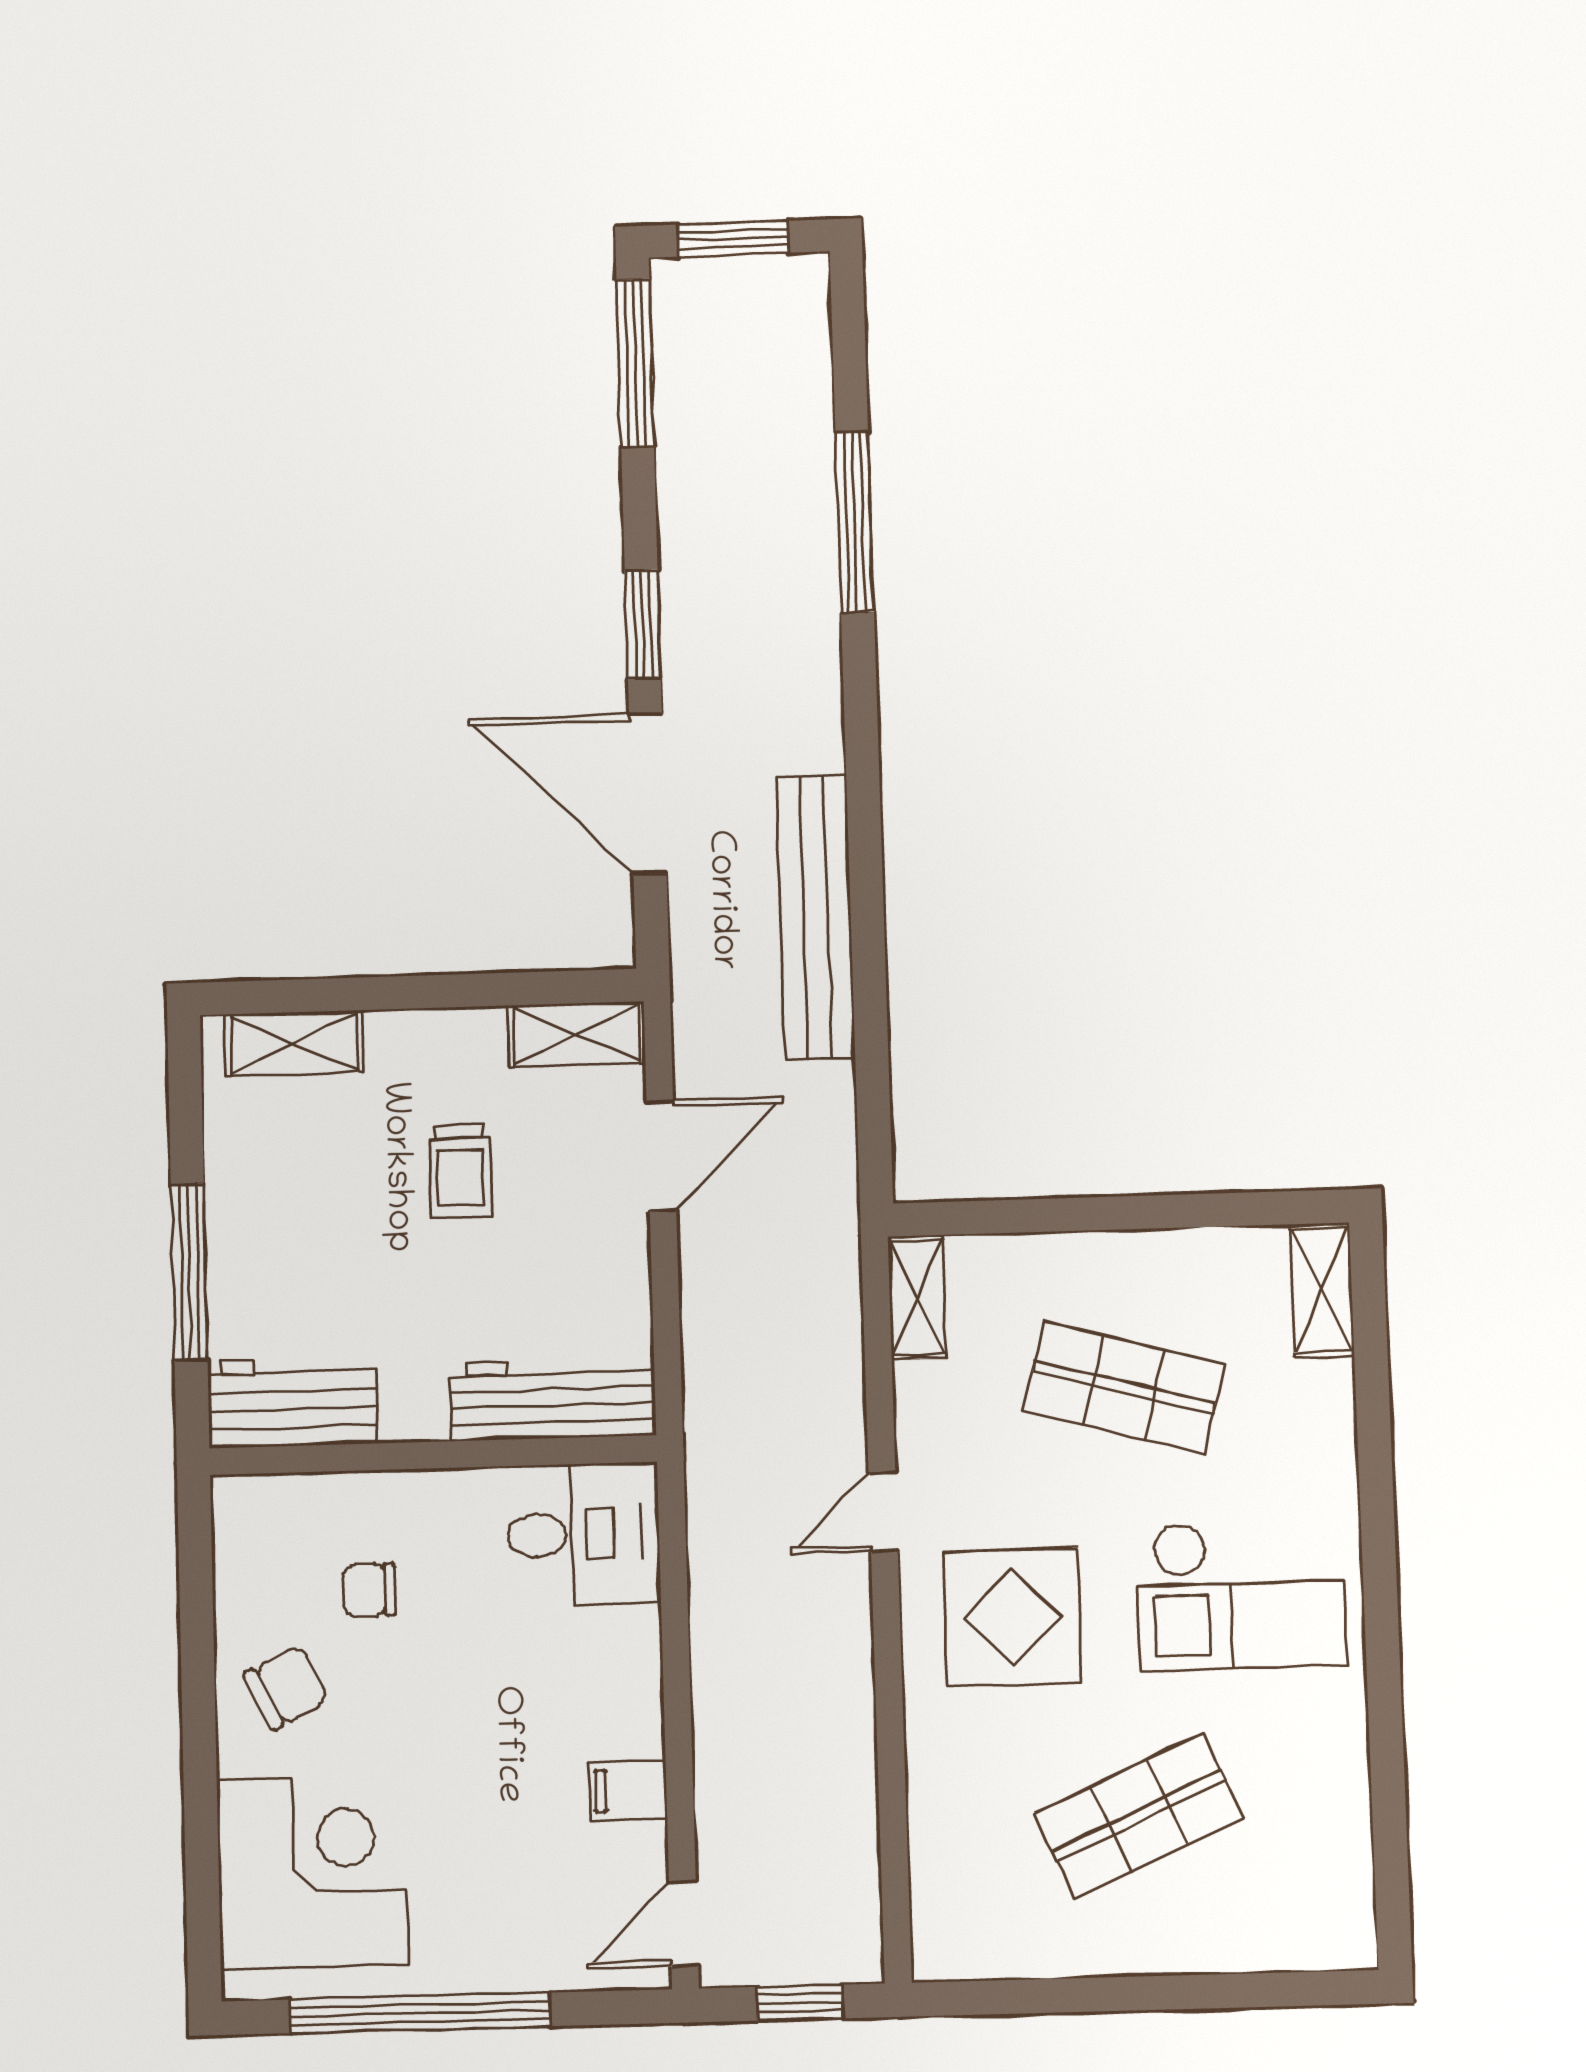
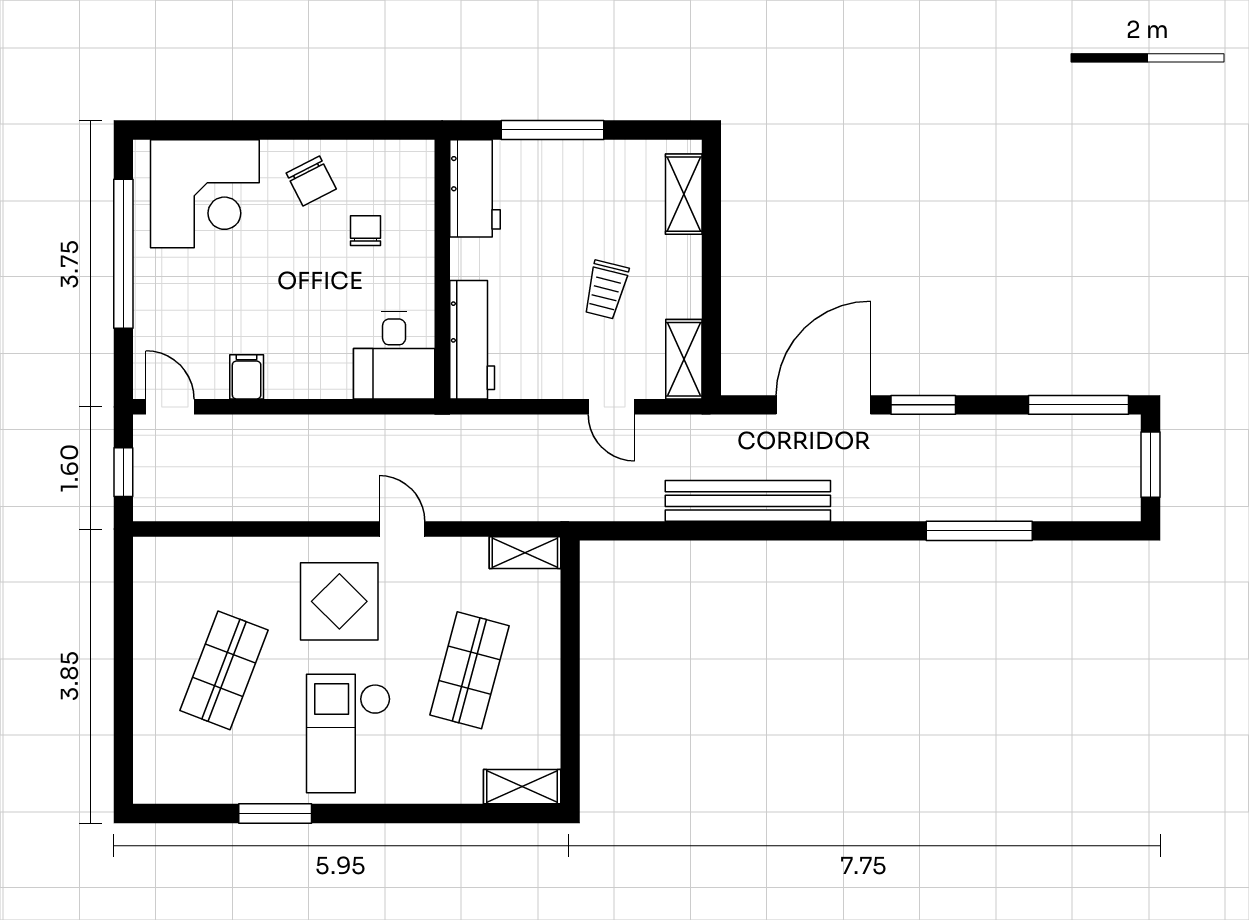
door: (661, 1156) -> (611, 407), width x0.73
trolley: (461, 1172) -> (606, 290), turned -76
window: (1385, 1719) -> (275, 813), added
shop shelf: (1139, 1816) -> (224, 670), turned 45

